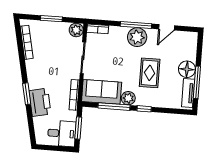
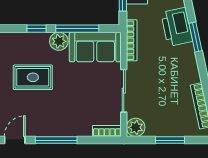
plant: (137, 37) -> (53, 124), removed
rug: (150, 73) -> (33, 77), turned 90

